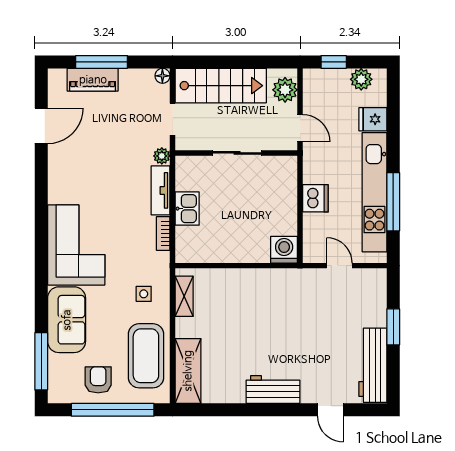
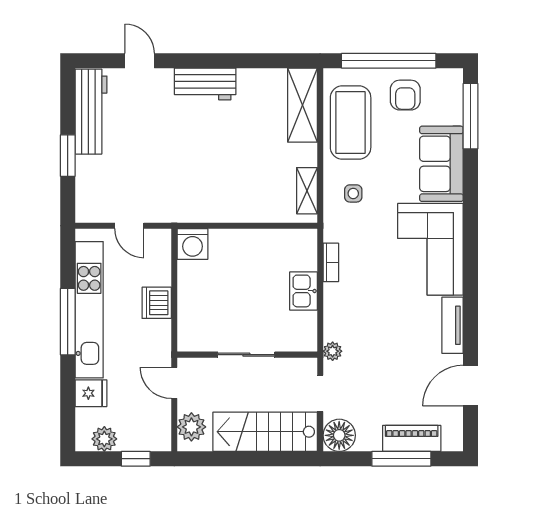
floor lamp: (162, 76) -> (339, 435), width x1.89, depth x1.89
tv unit: (161, 190) -> (453, 325), moved, turned 180
window: (393, 202) -> (68, 322), moved

